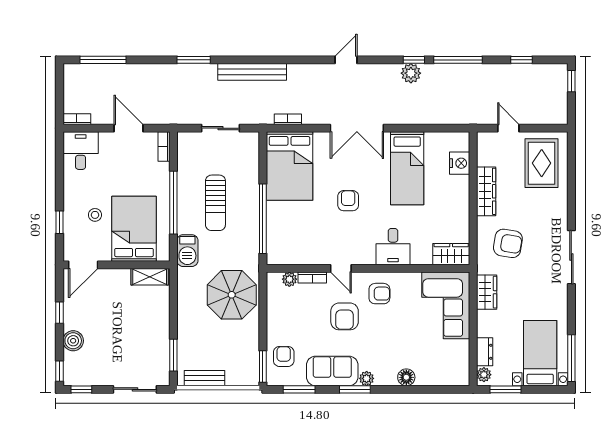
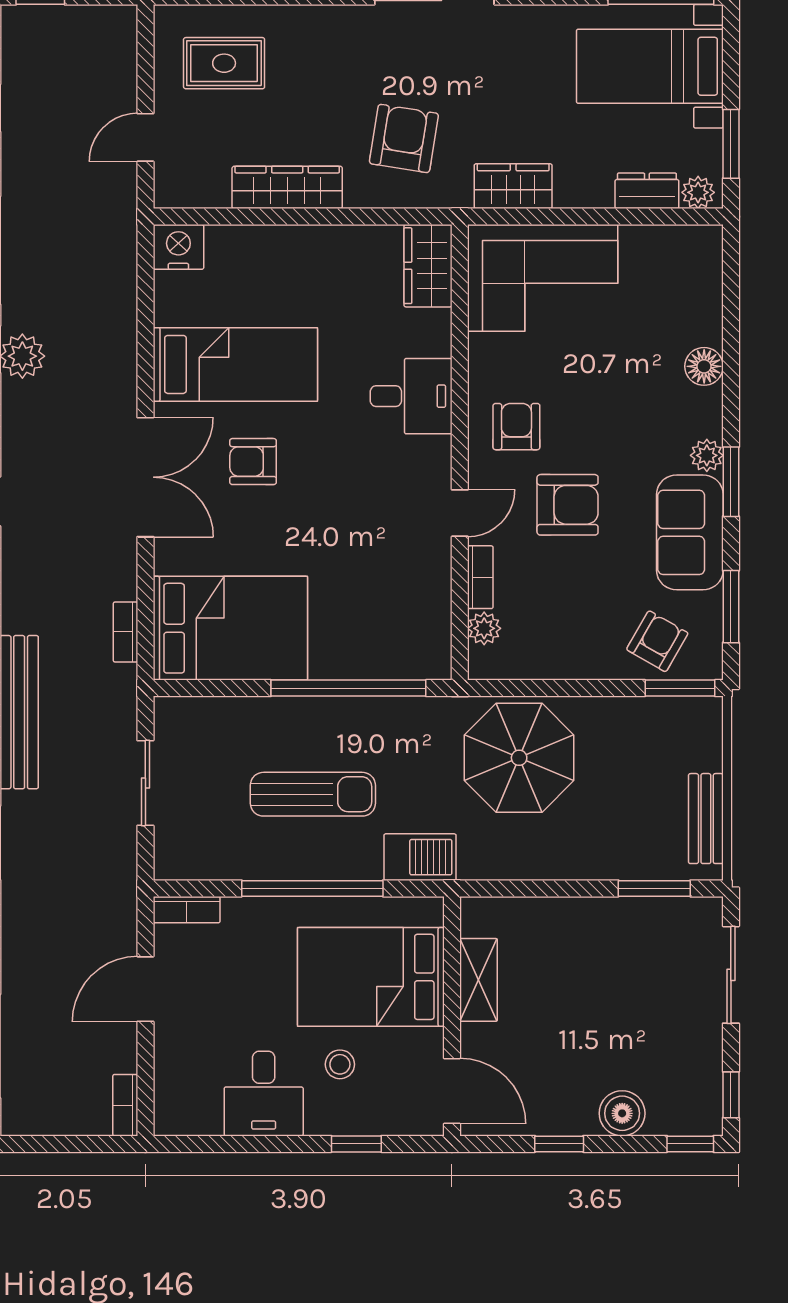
desk: (81, 151) -> (264, 1094), moved, turned -90
nightstand: (460, 163) -> (178, 247), moved
rug: (542, 163) -> (224, 63), width x0.73, depth x0.70
armchair: (348, 201) -> (253, 462), moved
shelving: (150, 277) -> (479, 980), moved
armchair: (284, 356) -> (657, 641), turned 120

